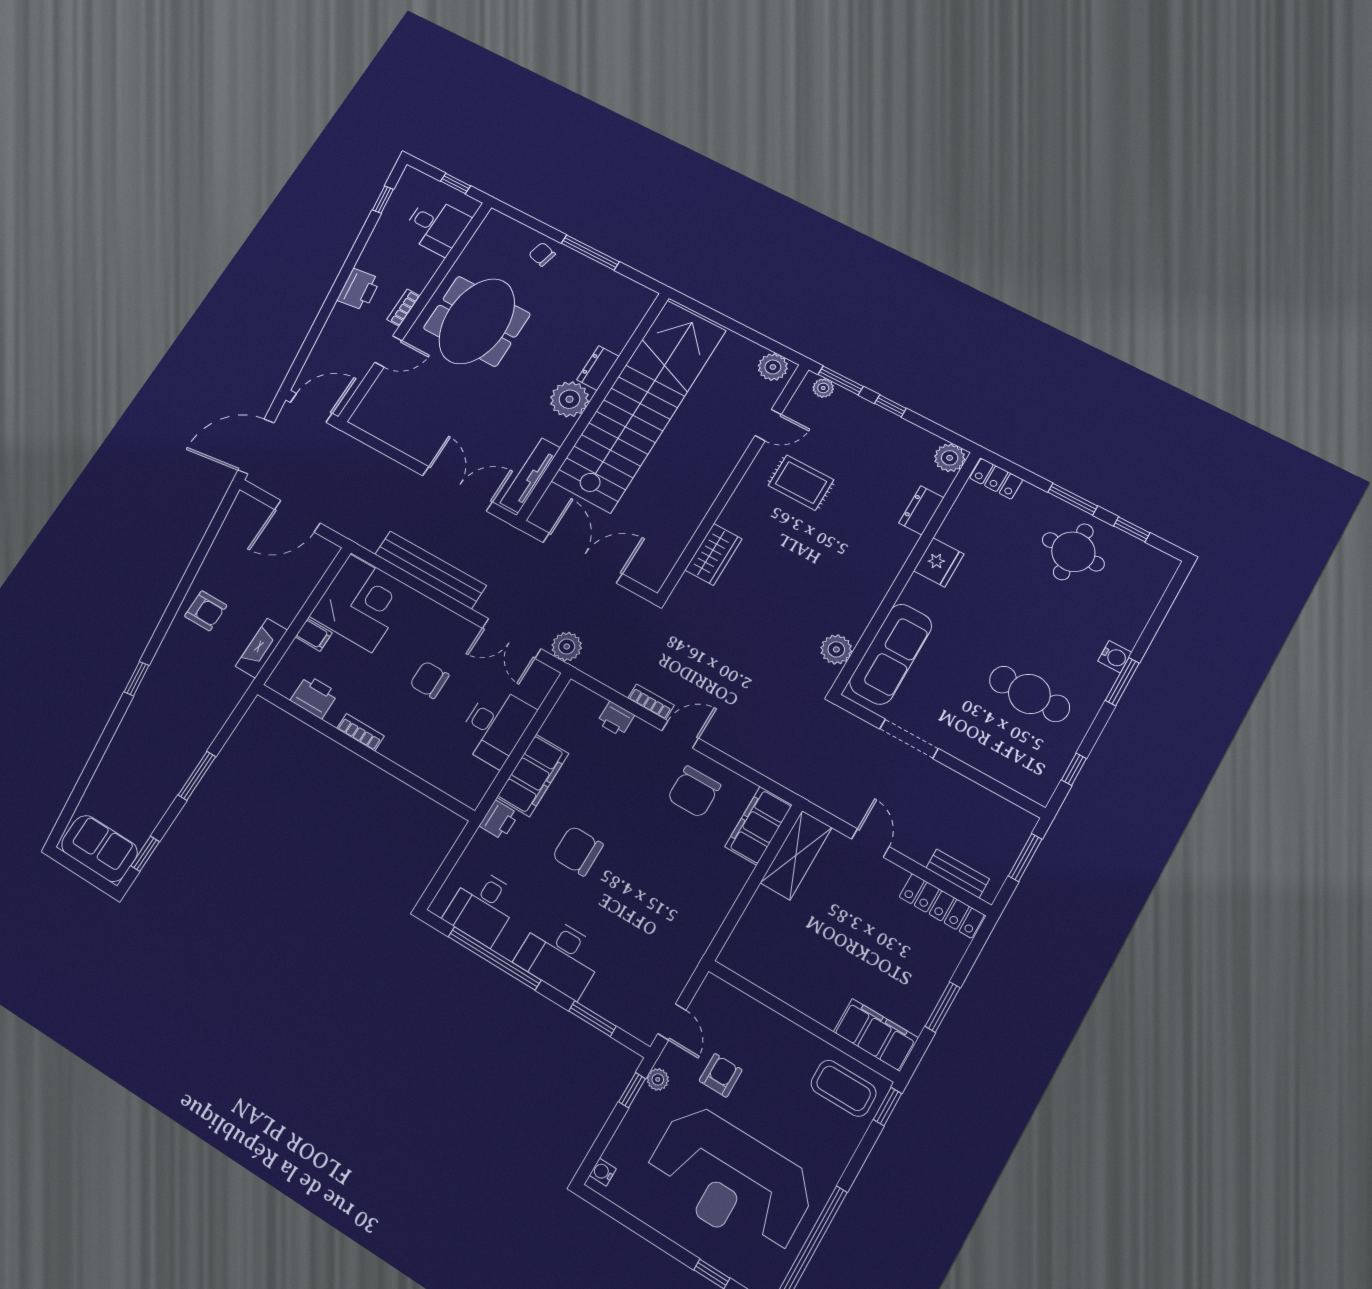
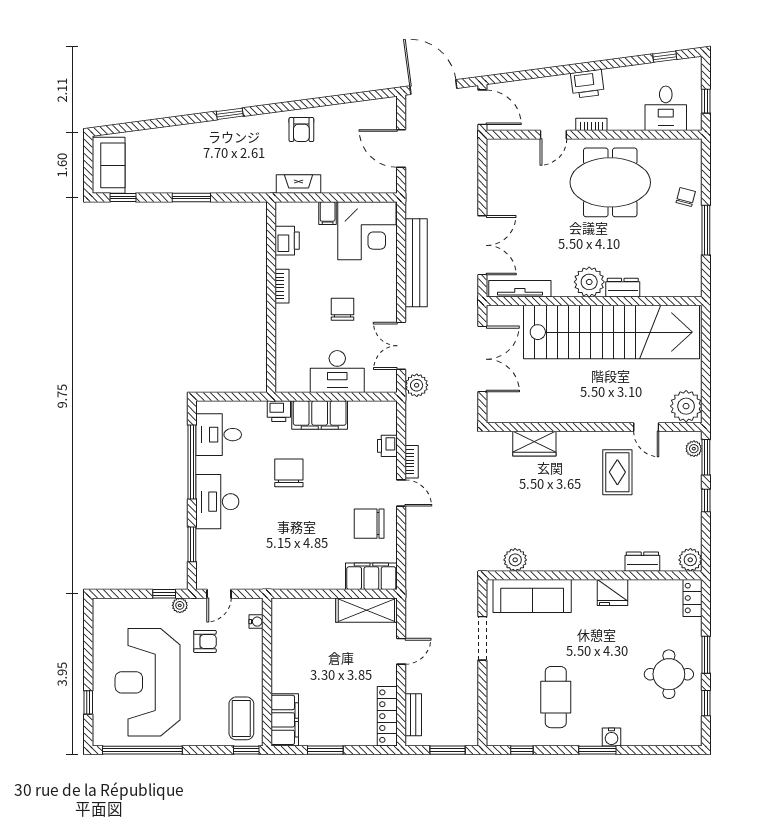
door: (388, 351) -> (553, 135), hinge flipped
plant: (773, 367) -> (686, 406), width x1.36, depth x1.36
water cooler: (603, 1172) -> (256, 622), moved, turned 90

